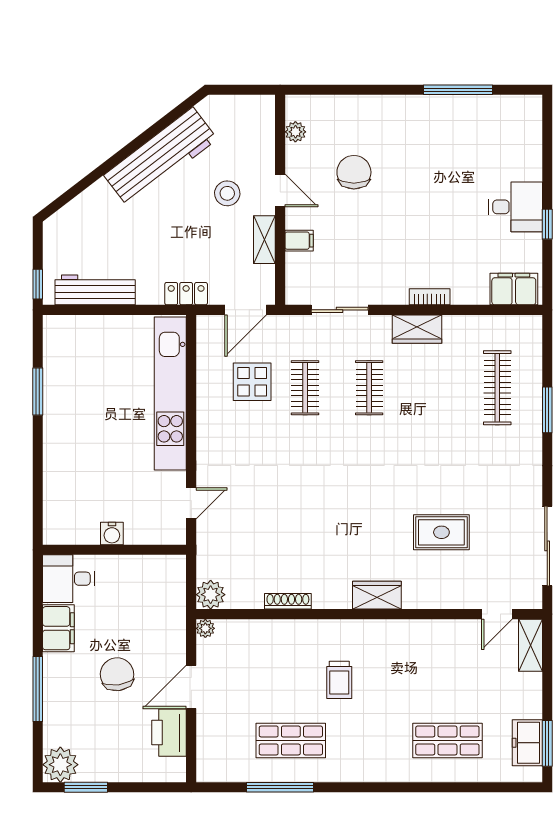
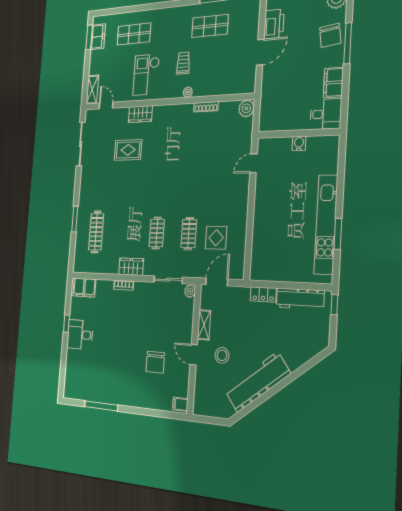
plant: (295, 132) -> (190, 291), moved
filing cabinet: (299, 241) -> (180, 404), moved
locker: (186, 294) -> (263, 295), moved
kitchen unit: (170, 393) -> (326, 224), moved, turned 180
wardrobe: (377, 595) -> (140, 114), moved
door: (497, 614) -> (106, 106), hinge flipped
plant: (205, 628) -> (188, 92), moved
checkout: (415, 665) -> (146, 75), added
chair: (117, 674) -> (330, 35), moved

